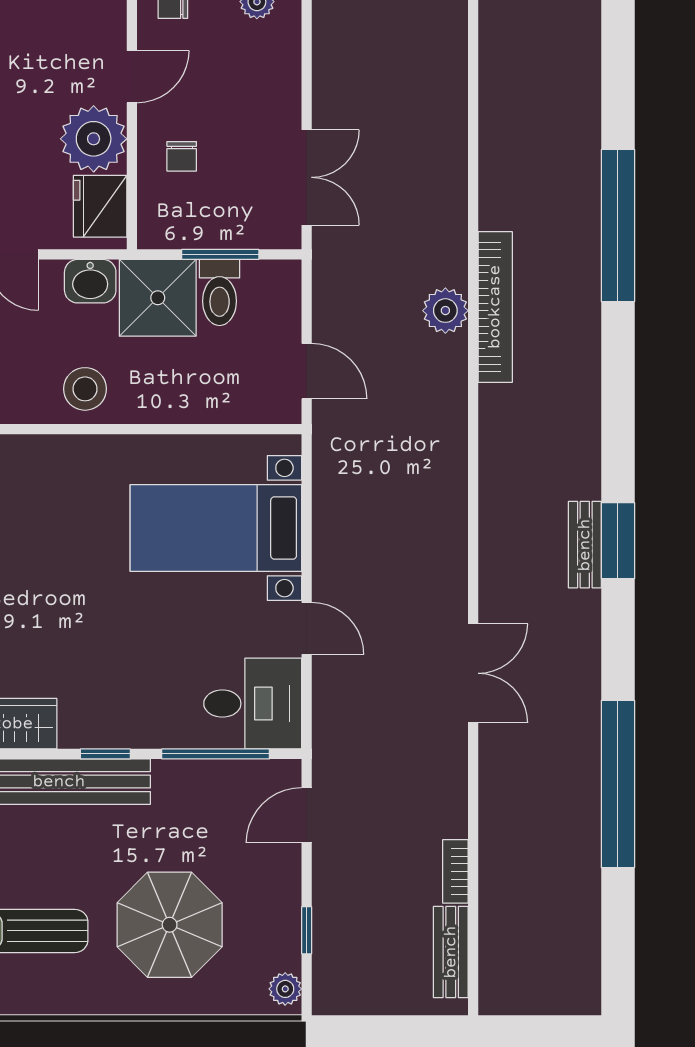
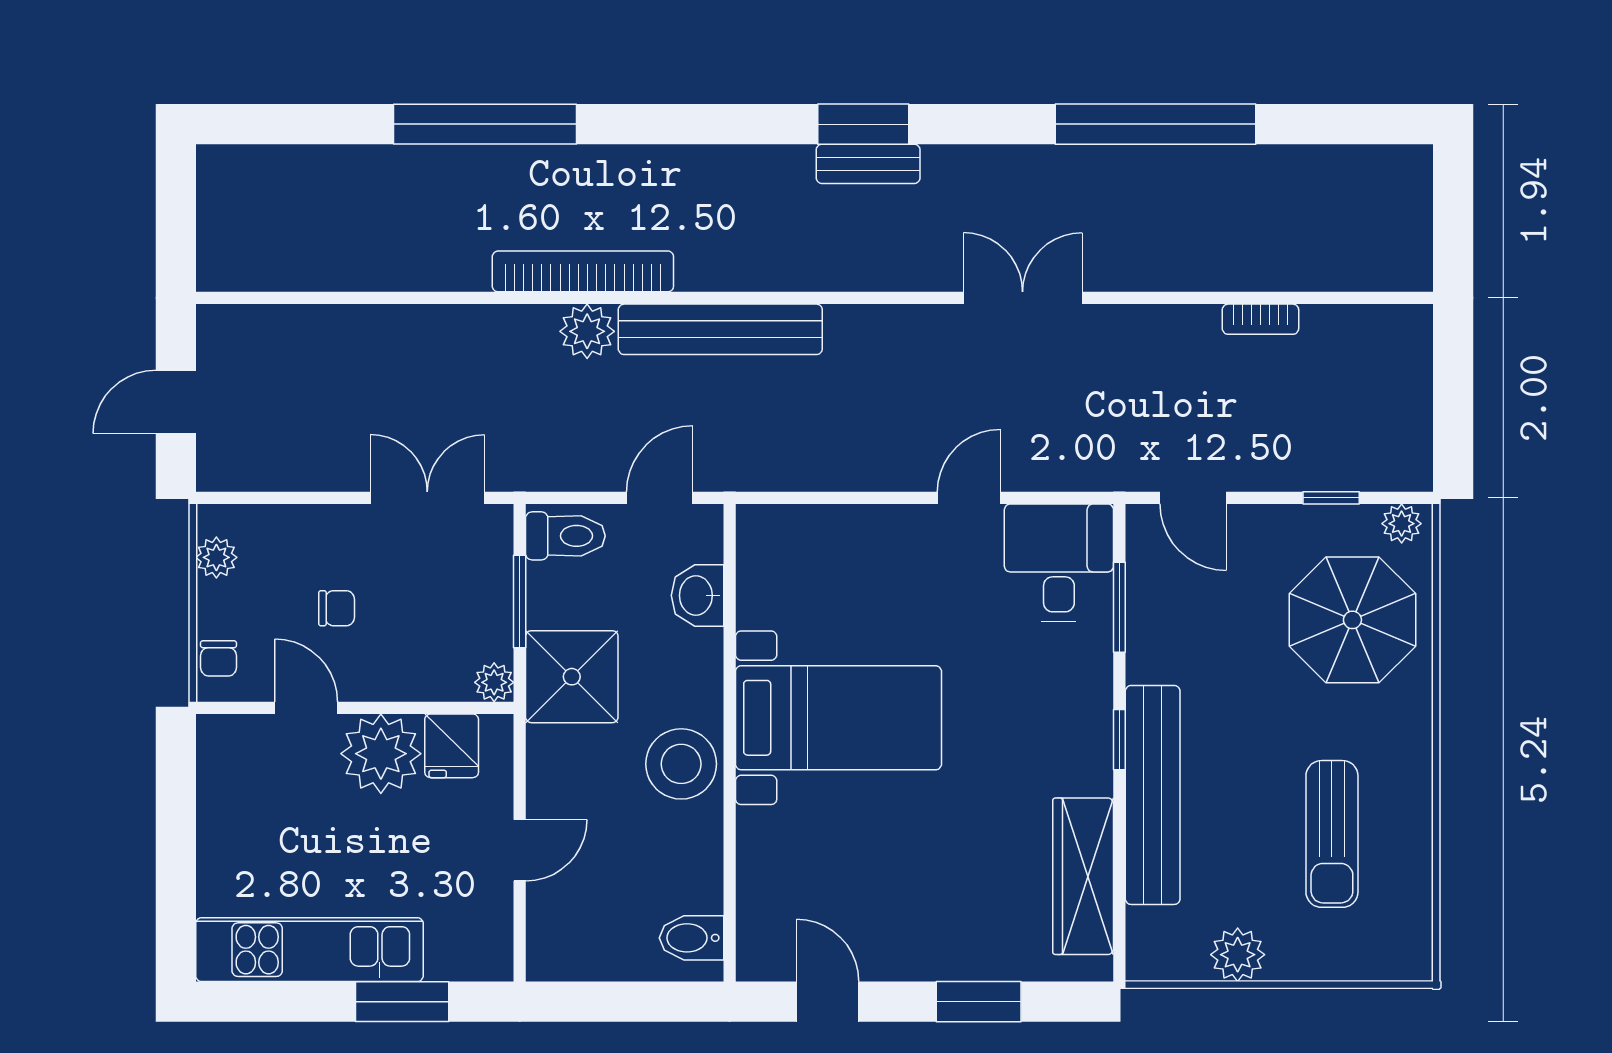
chair: (182, 156) -> (337, 608), moved
fridge: (100, 206) -> (452, 746), width x0.72
plant: (153, 233) -> (494, 682), added
washbasin: (90, 281) -> (697, 595), moved, turned 180
toilet: (220, 292) -> (565, 536), moved
stool: (85, 389) -> (681, 764), width x1.38, depth x1.38
bed with nightstands: (216, 528) -> (838, 718), moved, turned -90
window: (216, 754) -> (1119, 607), width x0.69
parasol: (170, 925) -> (1352, 620), moved
bench: (451, 952) -> (720, 329), moved, width x1.86, depth x1.21

